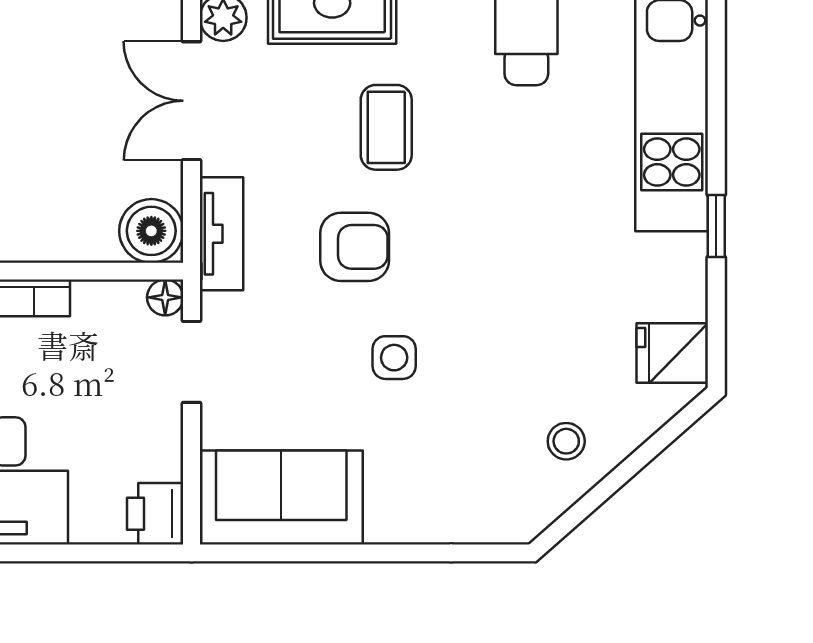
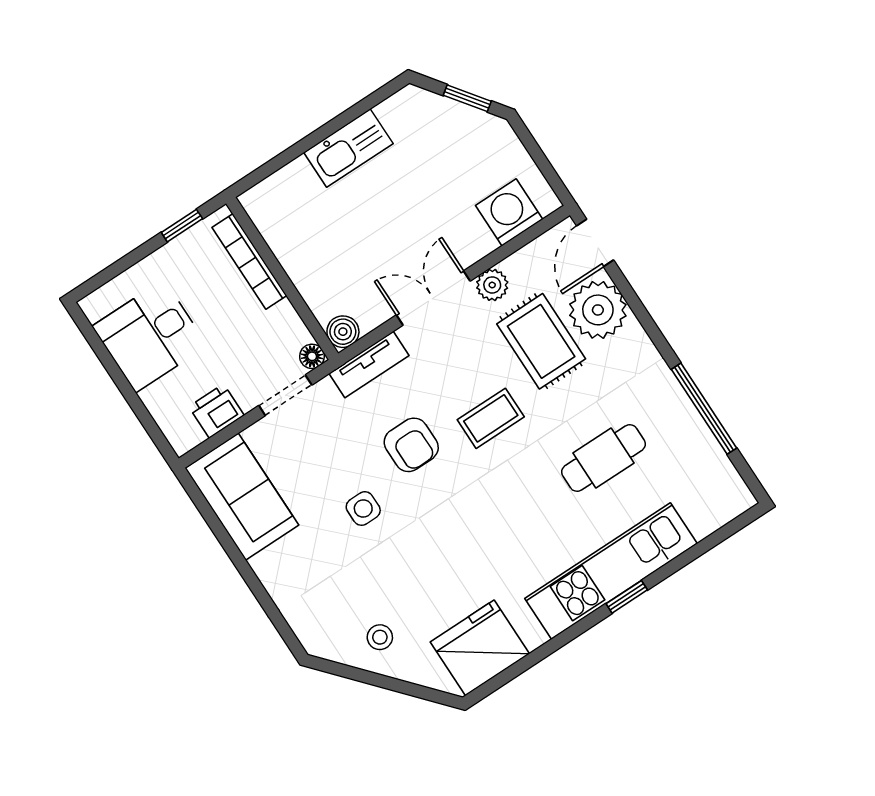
window: (716, 226) -> (627, 597), moved
boiler: (151, 231) -> (343, 332), width x0.73, depth x0.73
fridge: (672, 353) -> (480, 648), width x1.88, depth x1.34
printer: (155, 514) -> (216, 411), moved

